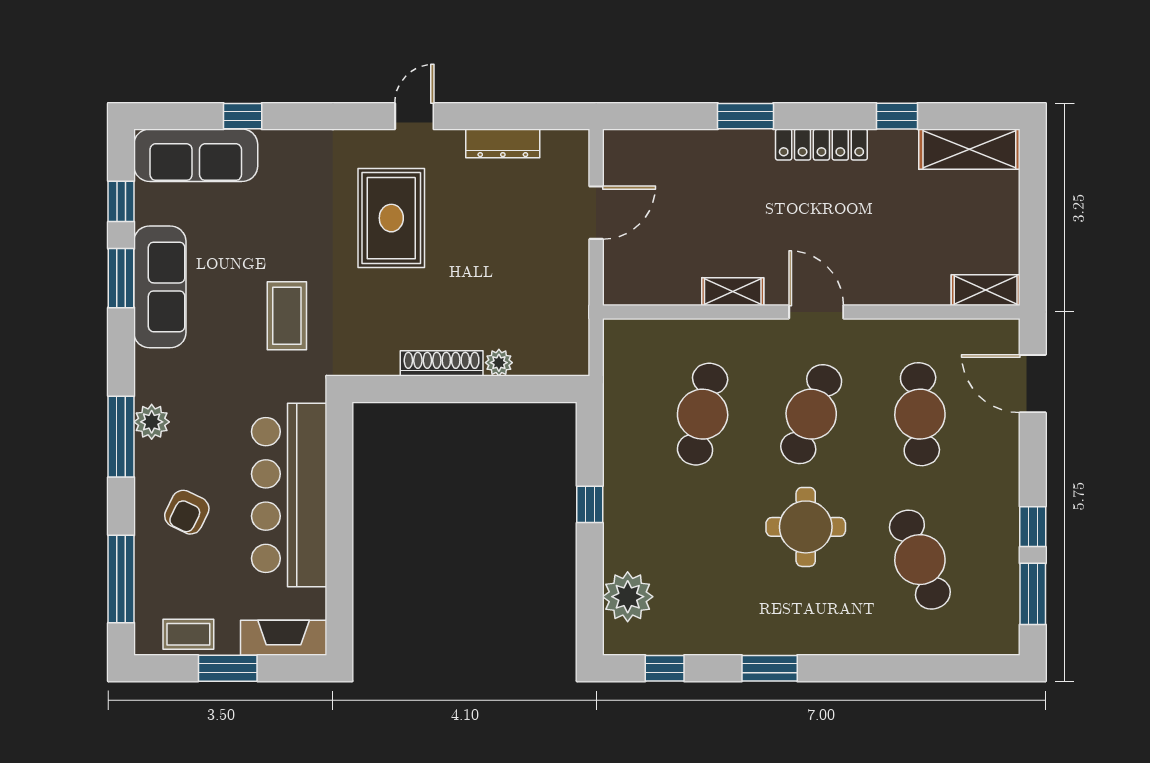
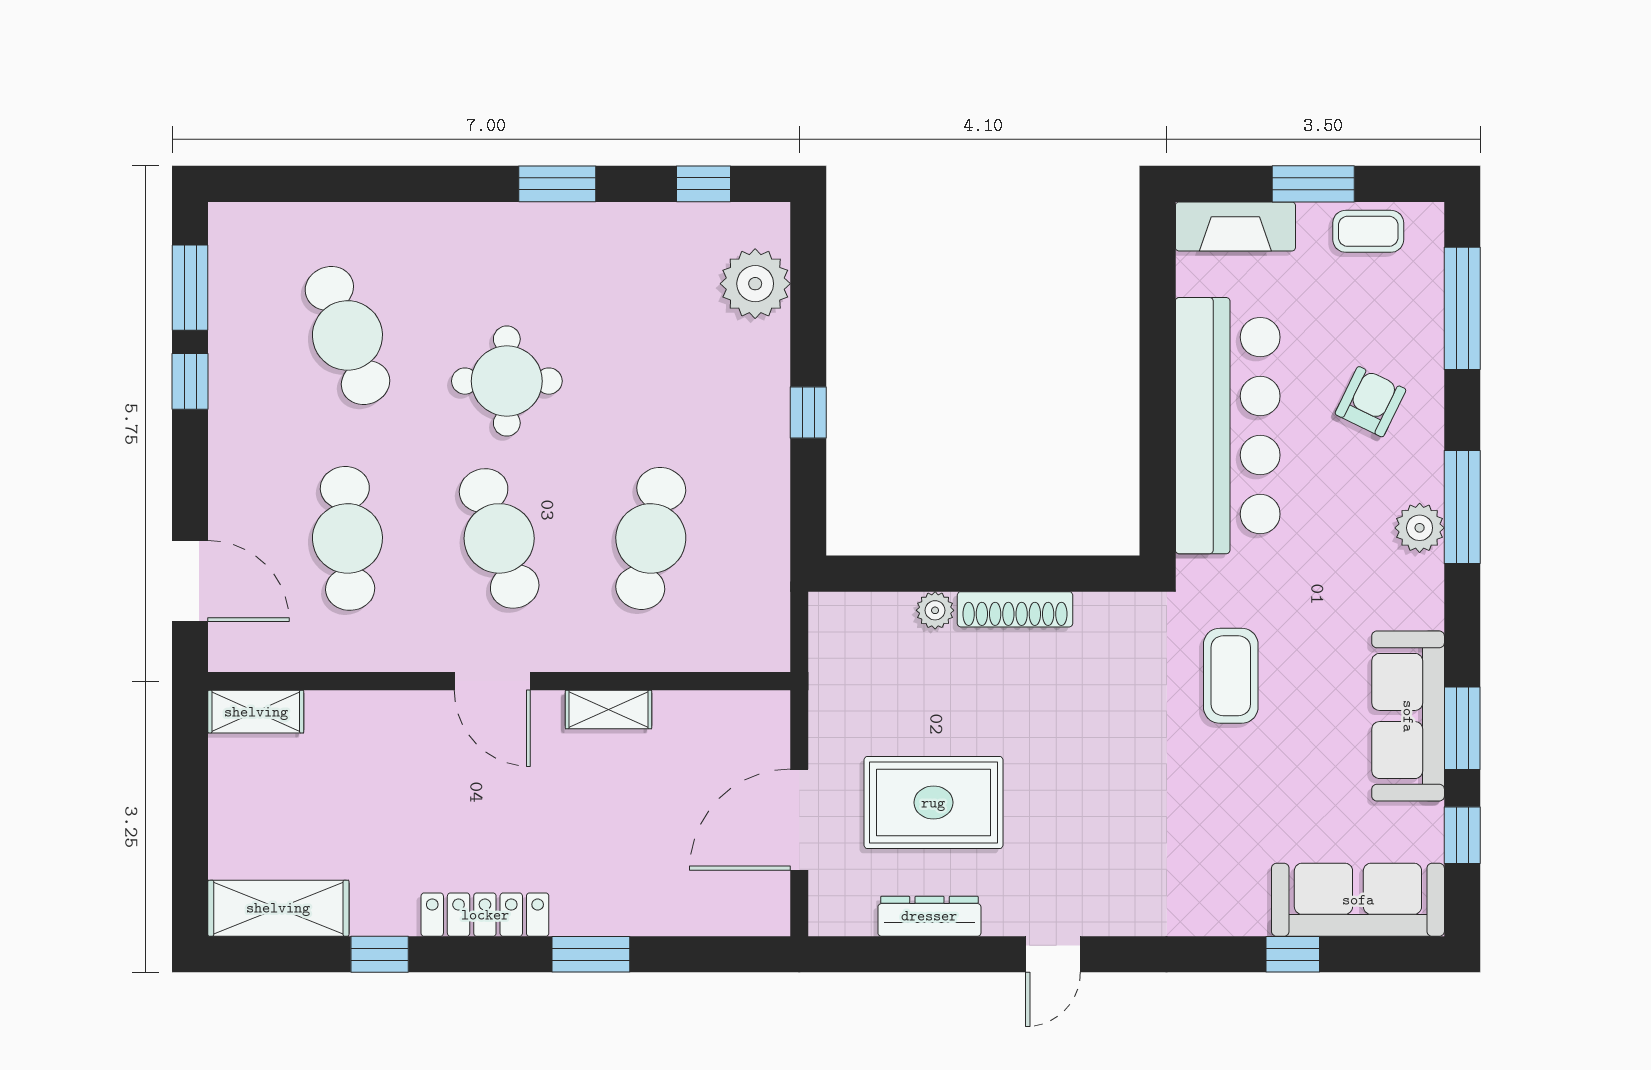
door: (596, 213) -> (799, 820), width x1.36
rug: (391, 218) -> (933, 803), moved, turned 90
cafe table: (811, 414) -> (499, 538), turned -39

